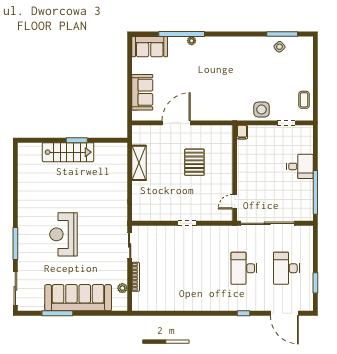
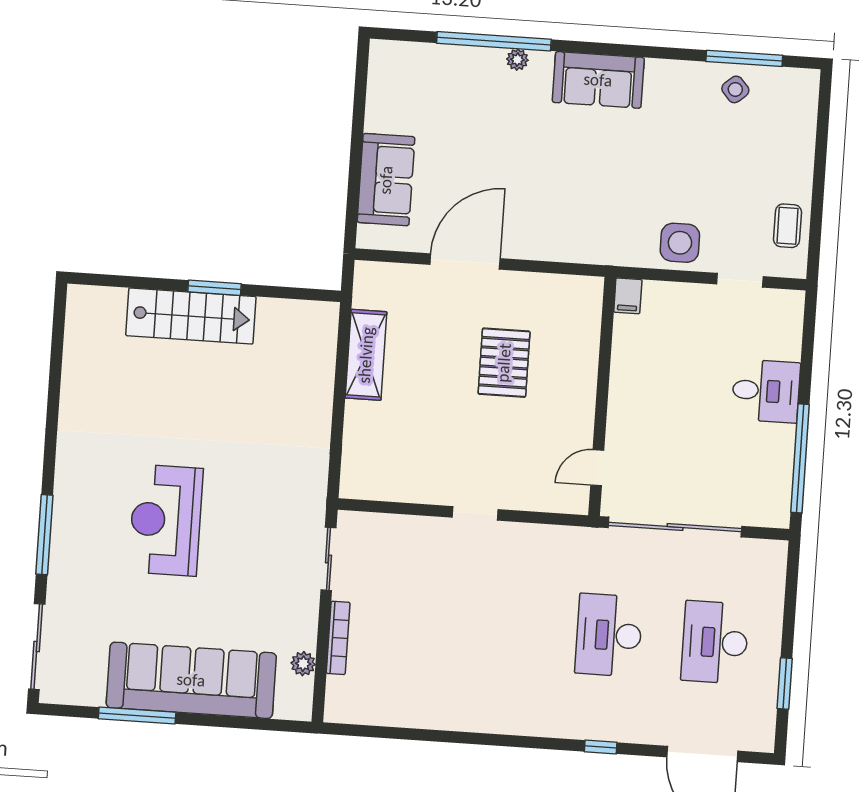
sofa: (150, 47) -> (598, 80), moved

